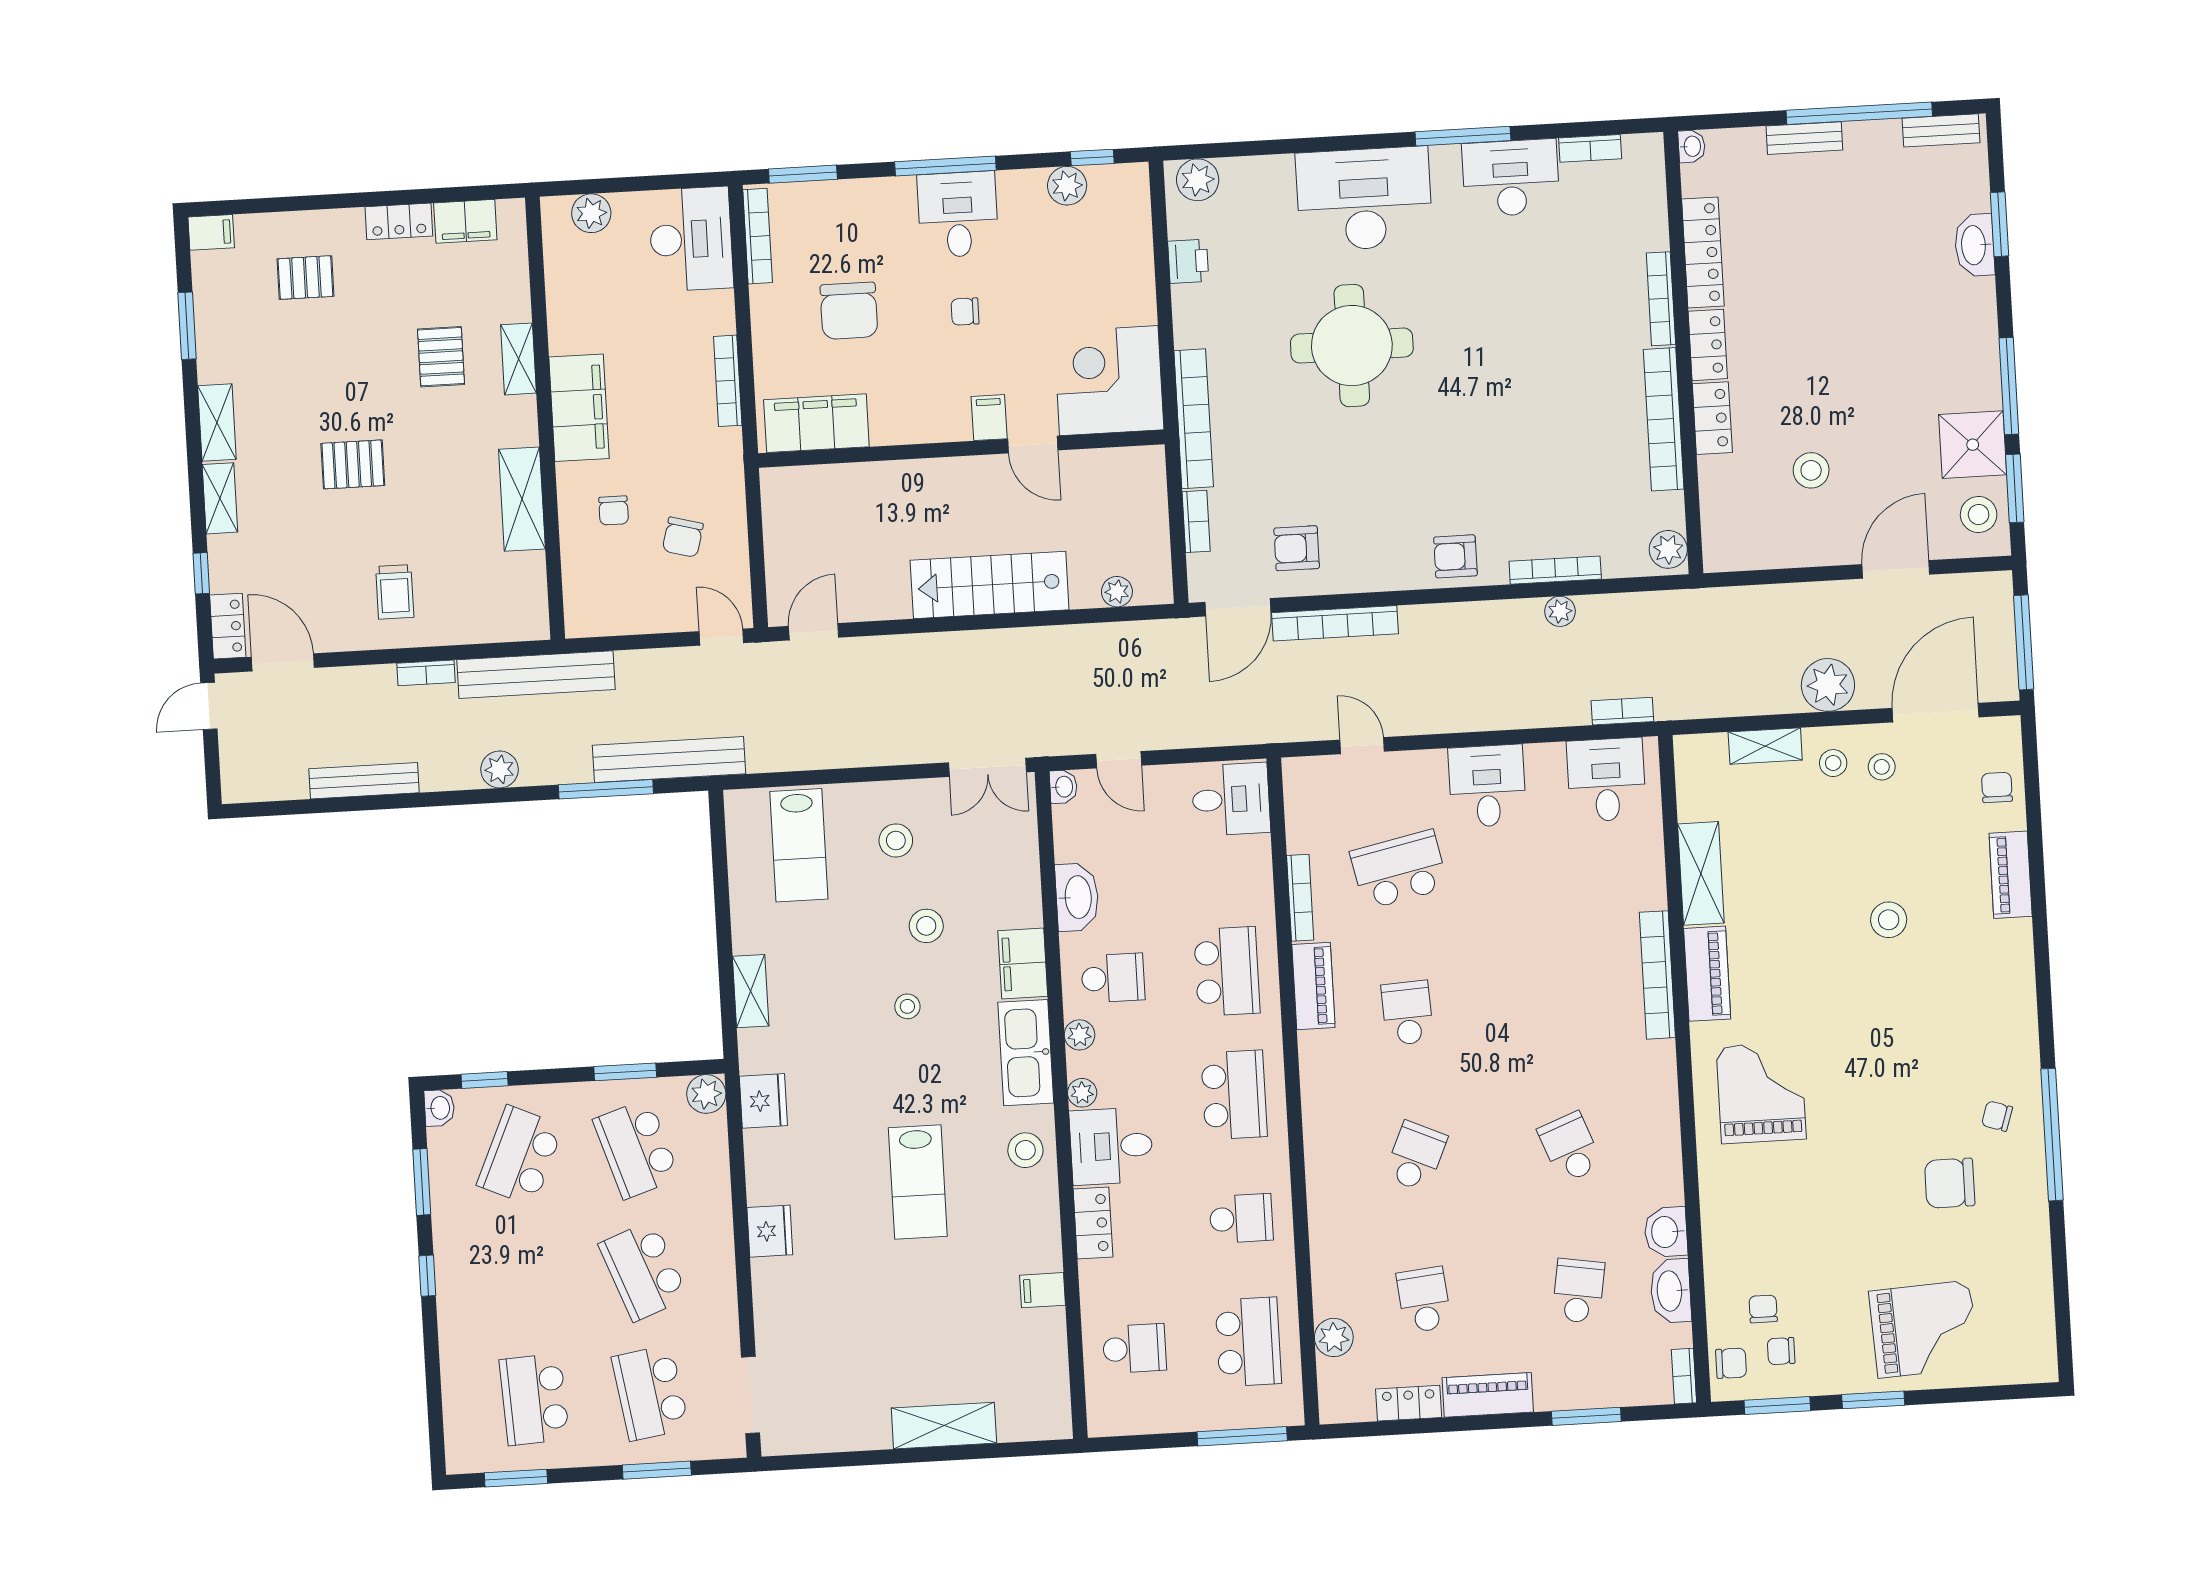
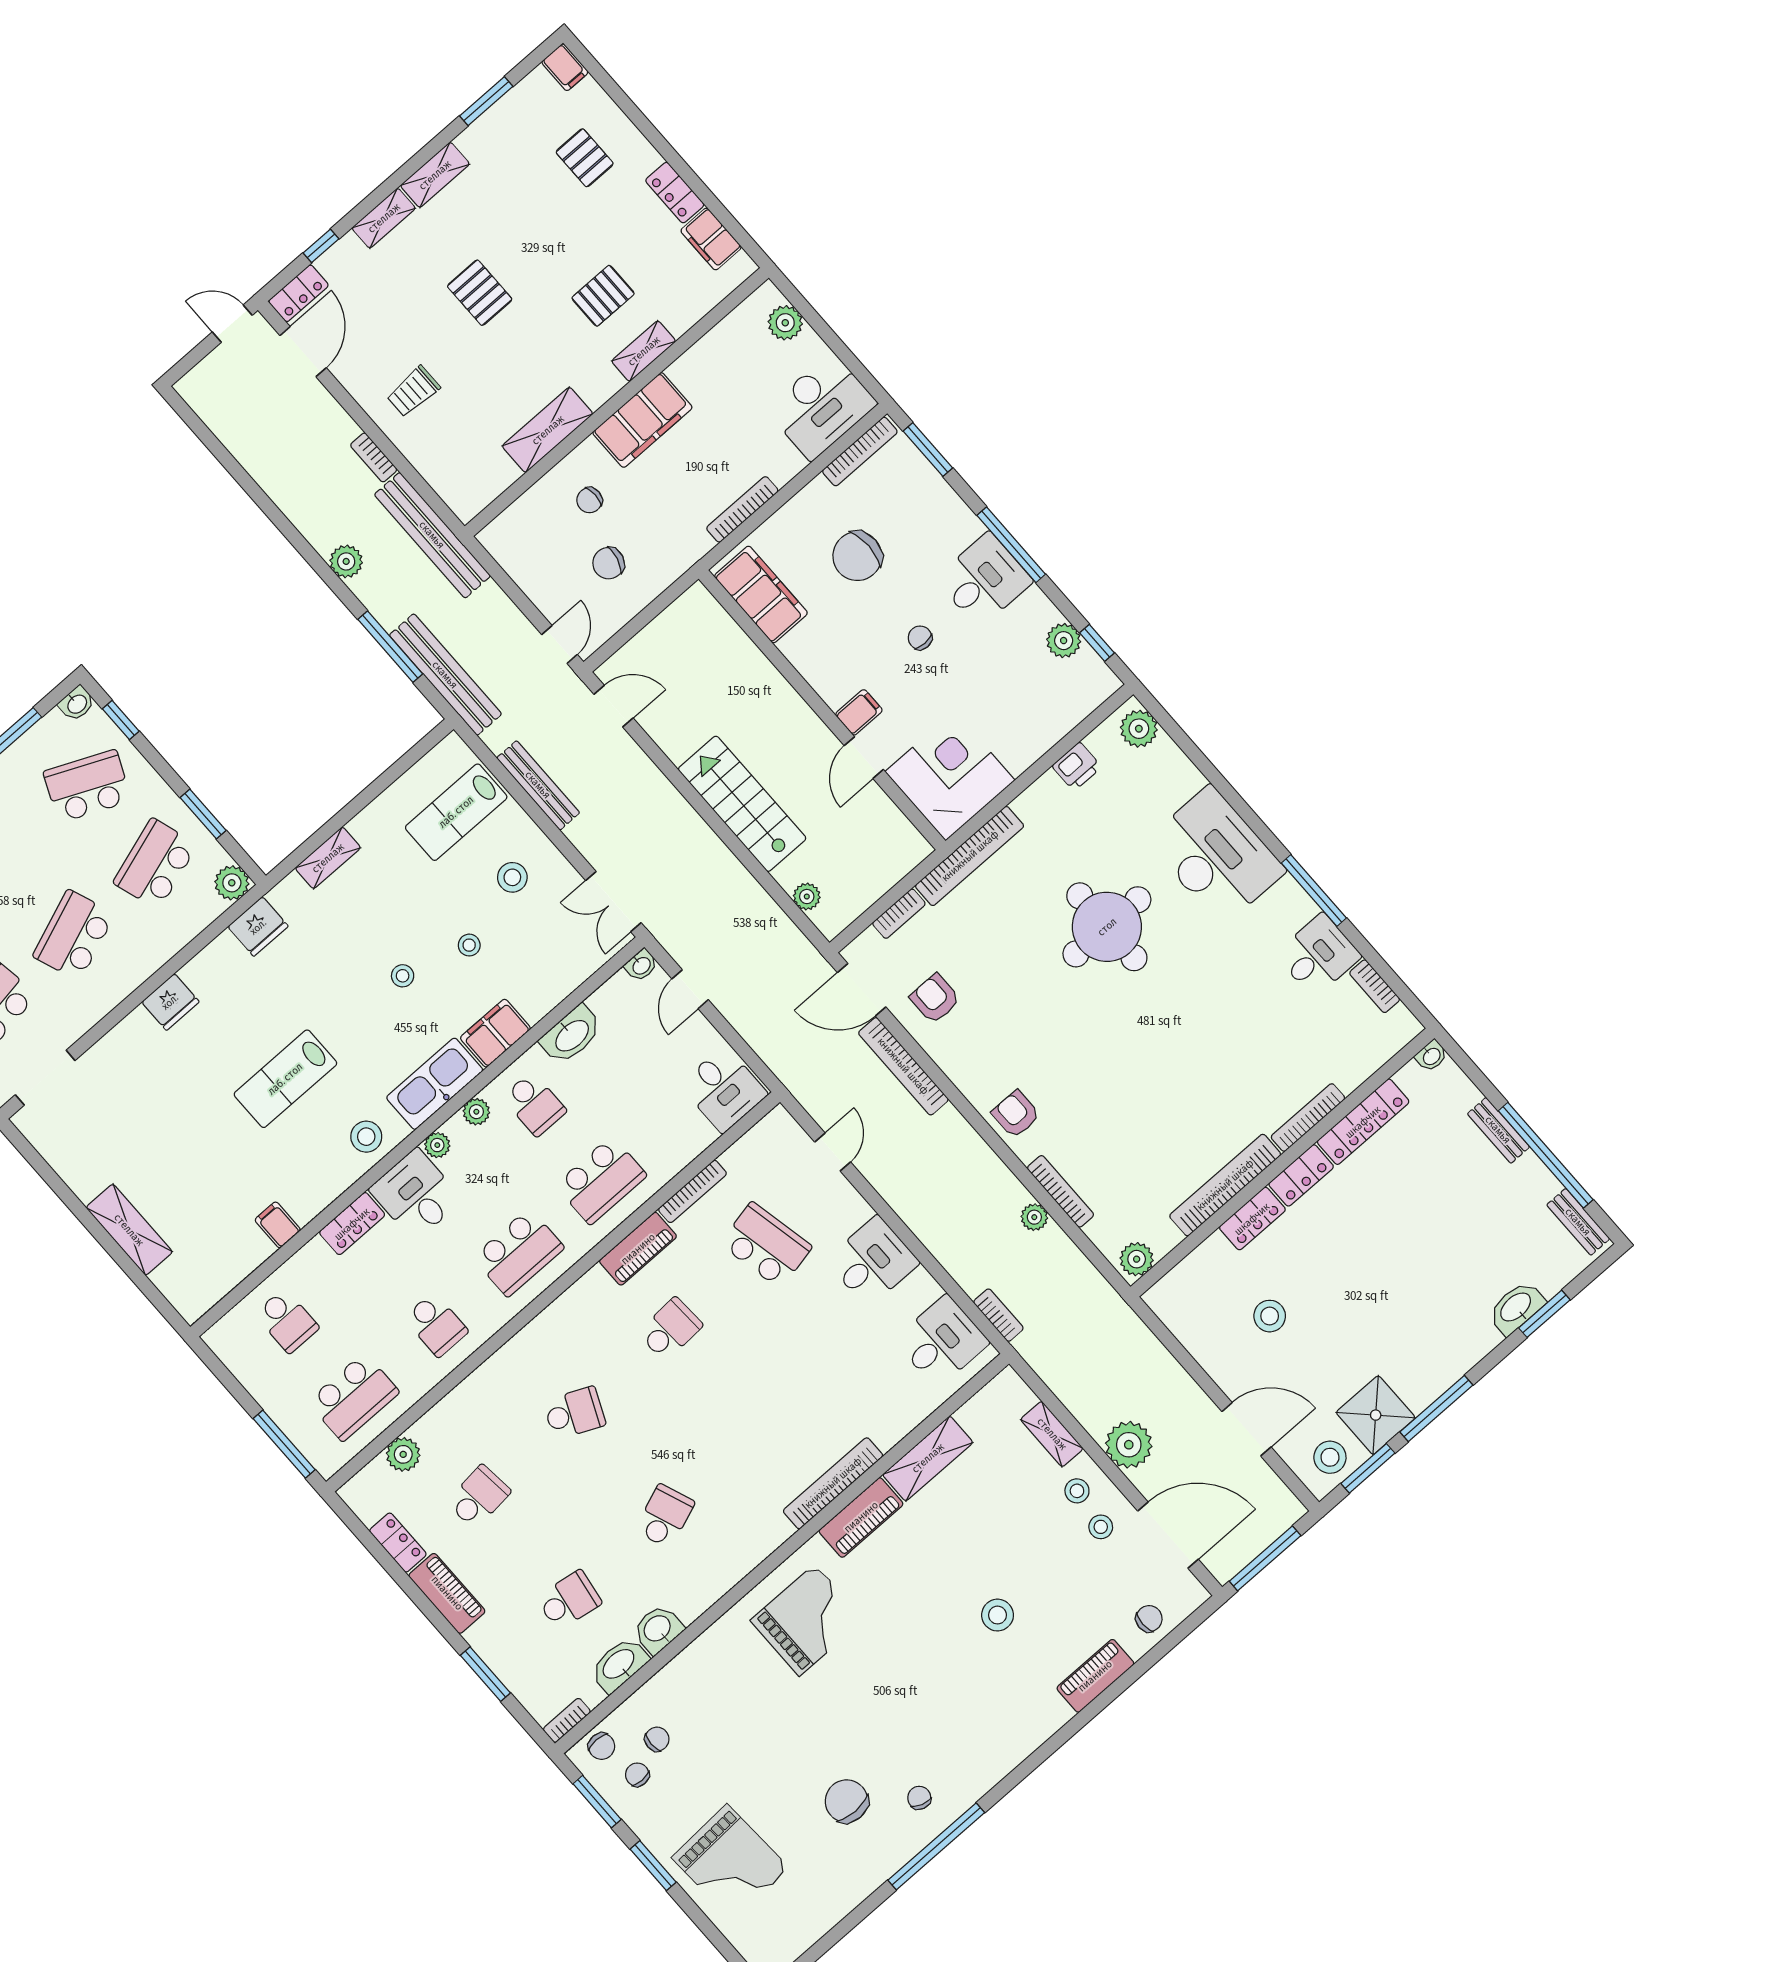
desk: (1511, 178) -> (1318, 955), width x0.73
bench: (364, 781) -> (538, 785), moved
stool: (926, 926) -> (469, 945), width x0.73, depth x0.73

